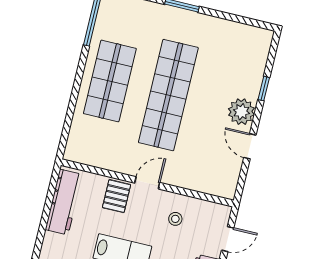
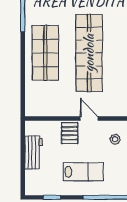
door: (147, 183) -> (89, 119), hinge flipped
workbench: (64, 202) -> (33, 152), width x0.73

